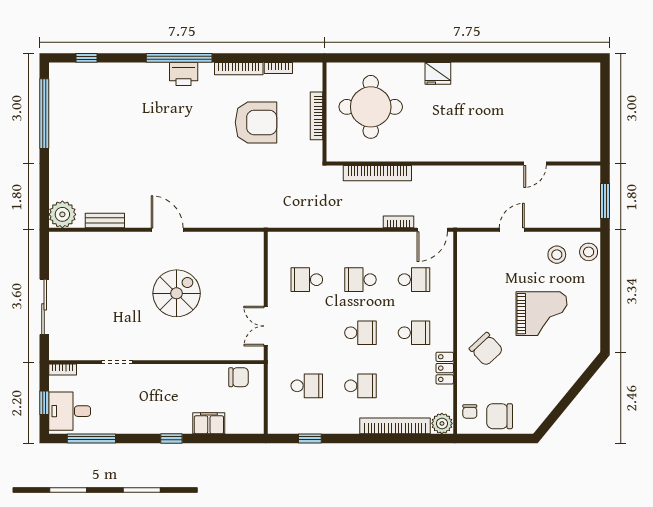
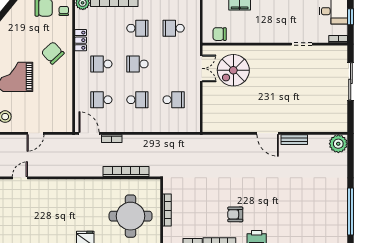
armchair: (256, 122) -> (235, 214), moved, width x0.53, depth x0.53
bench: (105, 221) -> (294, 140), moved
door: (432, 230) -> (89, 133), hinge flipped
spiral stairs: (177, 293) -> (233, 70), moved
school desk: (360, 386) -> (137, 28), turned 180

